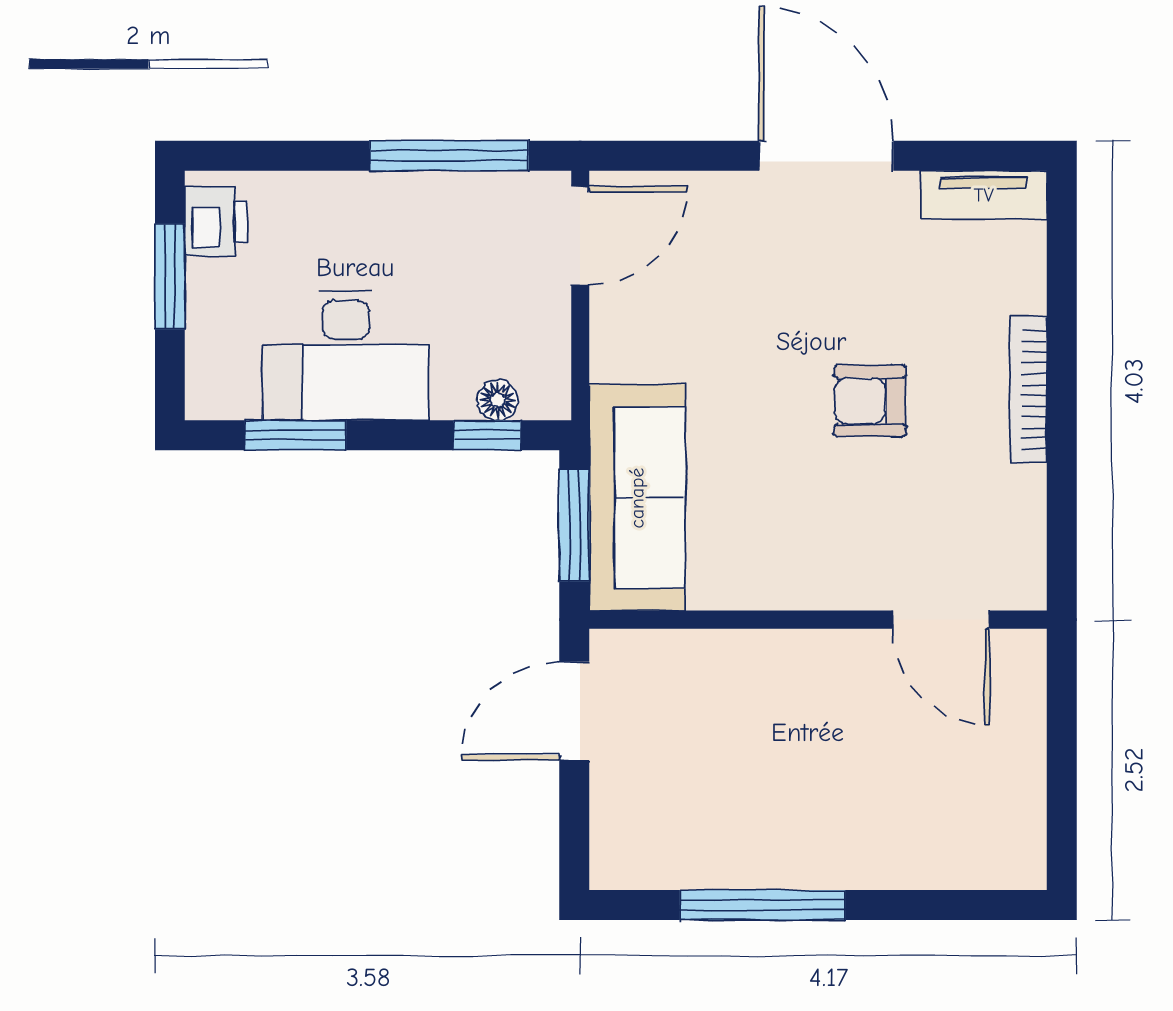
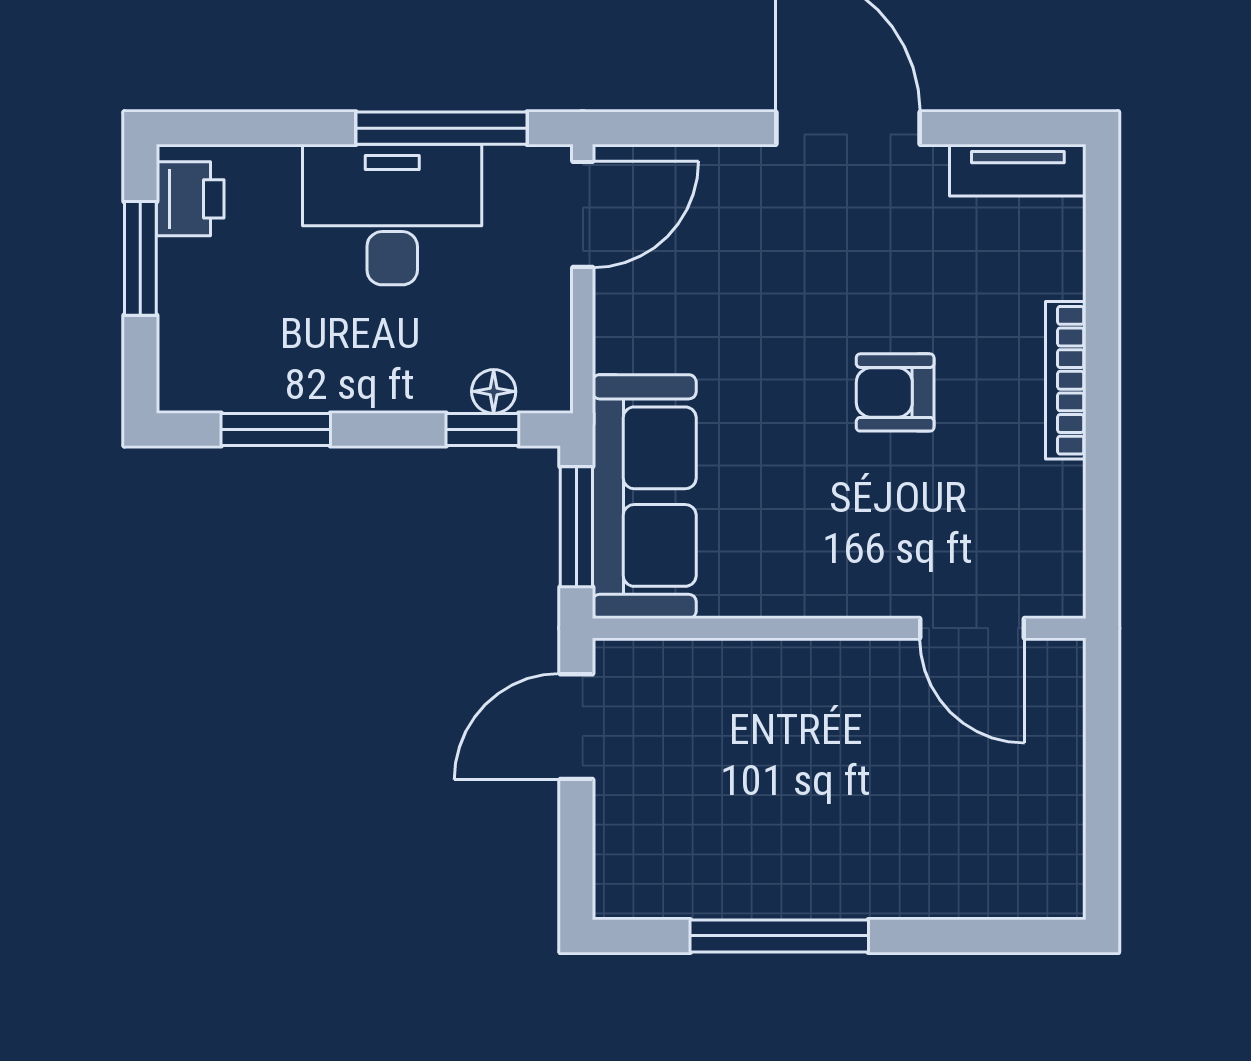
desk: (346, 355) -> (392, 215), moved, turned 180

